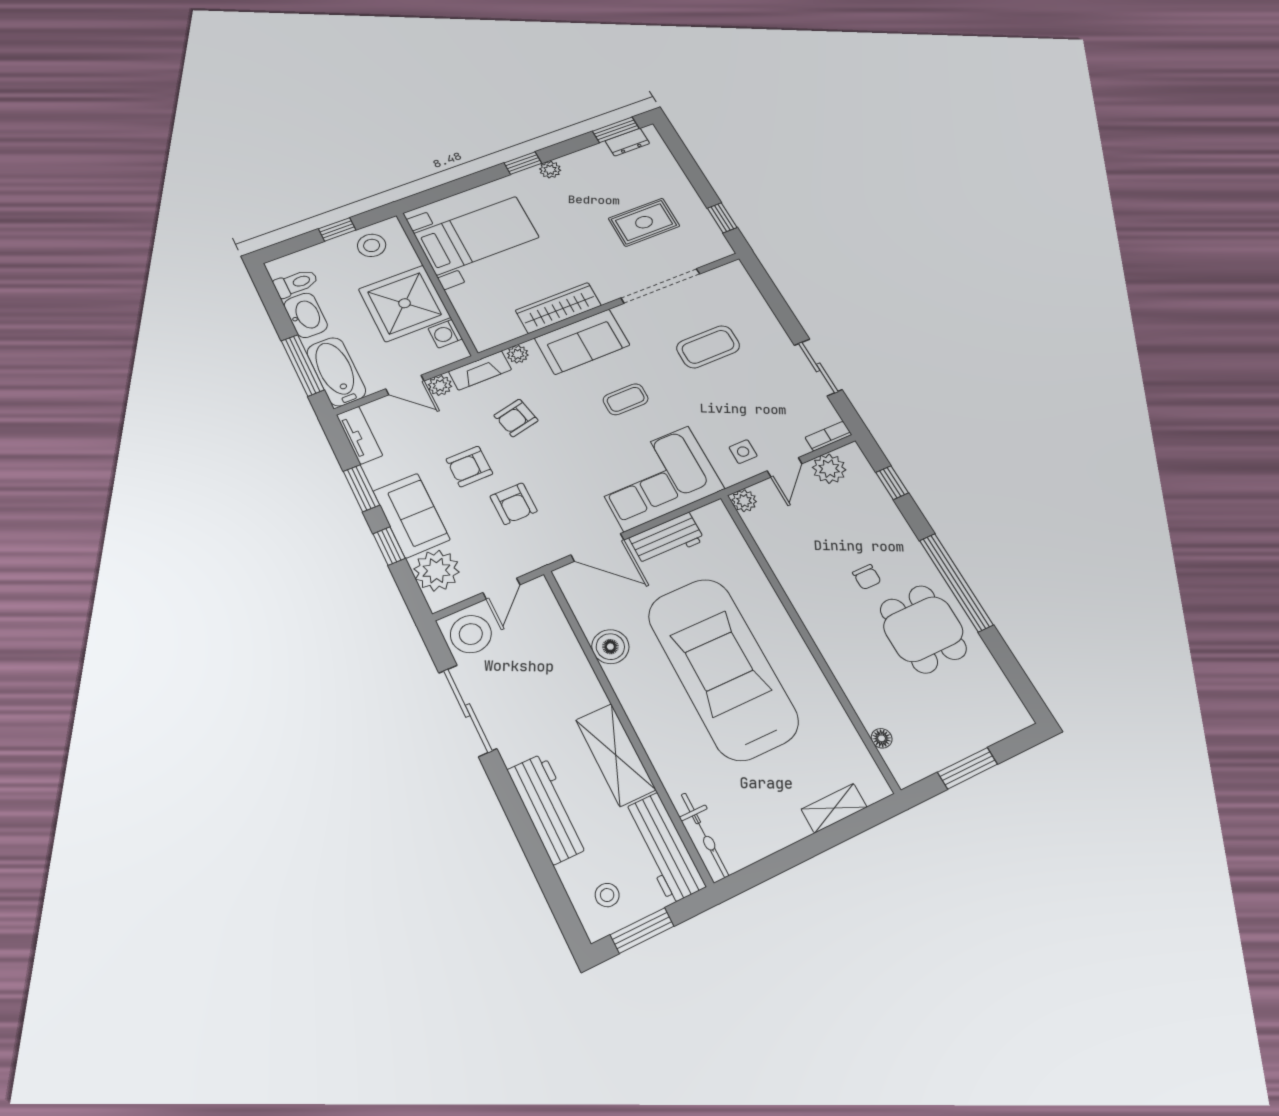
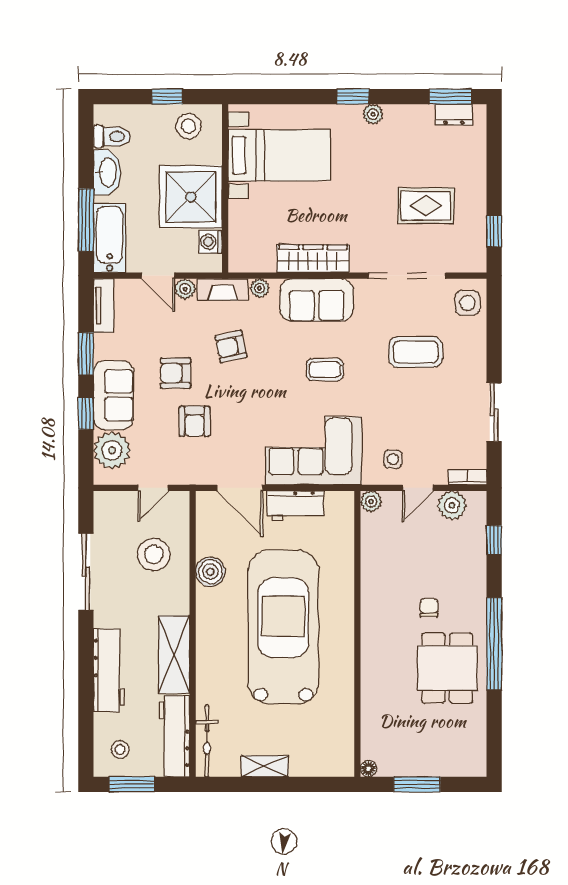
side table: (733, 285) -> (468, 303), added
chair: (867, 577) -> (429, 608), turned 180
stool: (471, 634) -> (154, 554), moved
floor lamp: (882, 738) -> (369, 769), moved
shelving: (834, 808) -> (265, 766), moved

